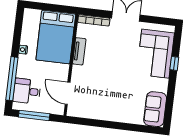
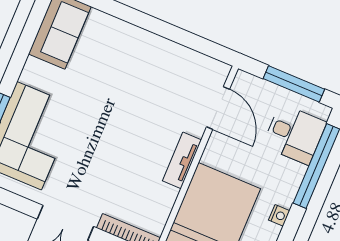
tv unit: (79, 51) -> (182, 160), moved

